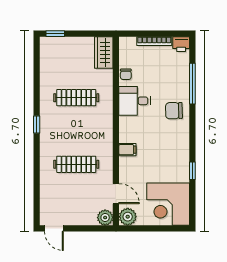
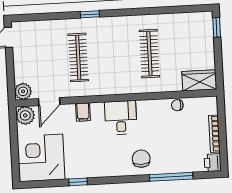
desk: (135, 101) -> (121, 118), moved
window: (37, 124) -> (90, 14), moved
filing cabinet: (127, 150) -> (83, 112), moved

